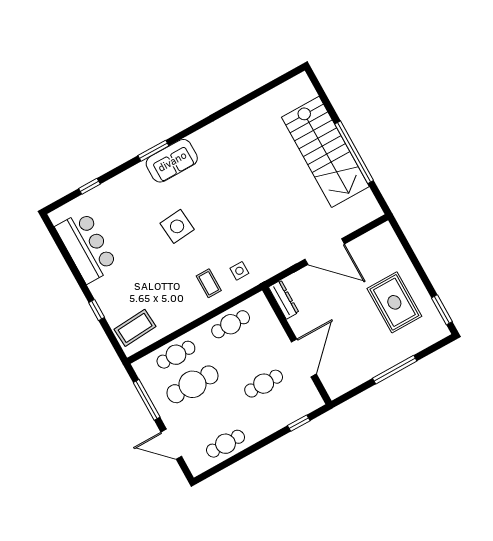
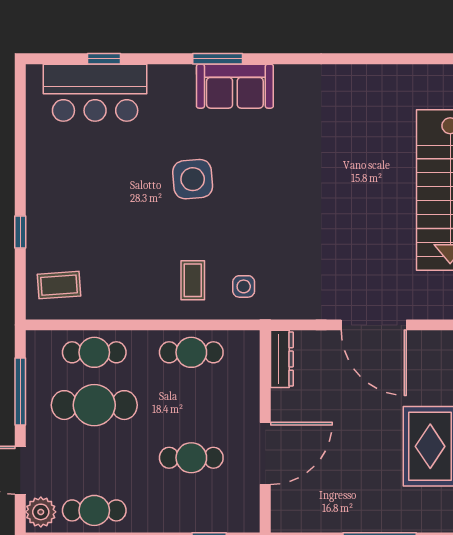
bar counter: (86, 247) -> (95, 93), moved, turned 90
coffee table: (135, 328) -> (59, 285), width x0.73, depth x0.77
plant: (196, 461) -> (41, 512), added

